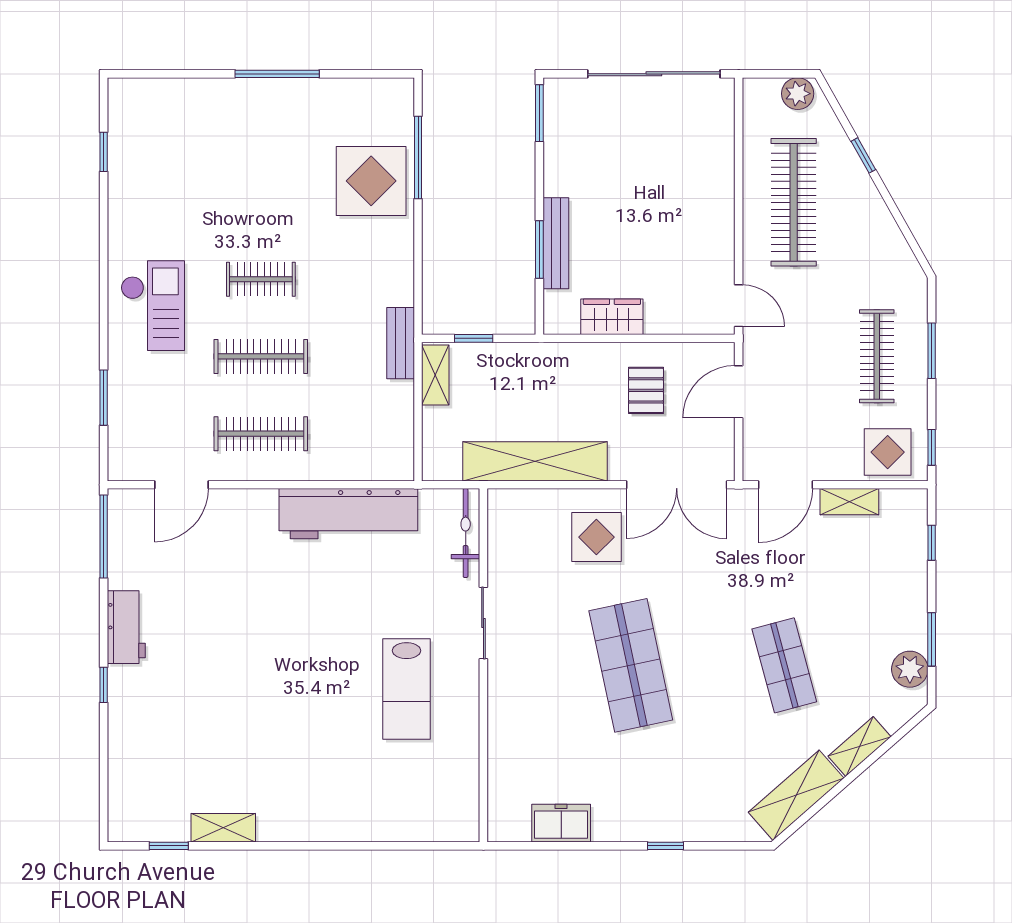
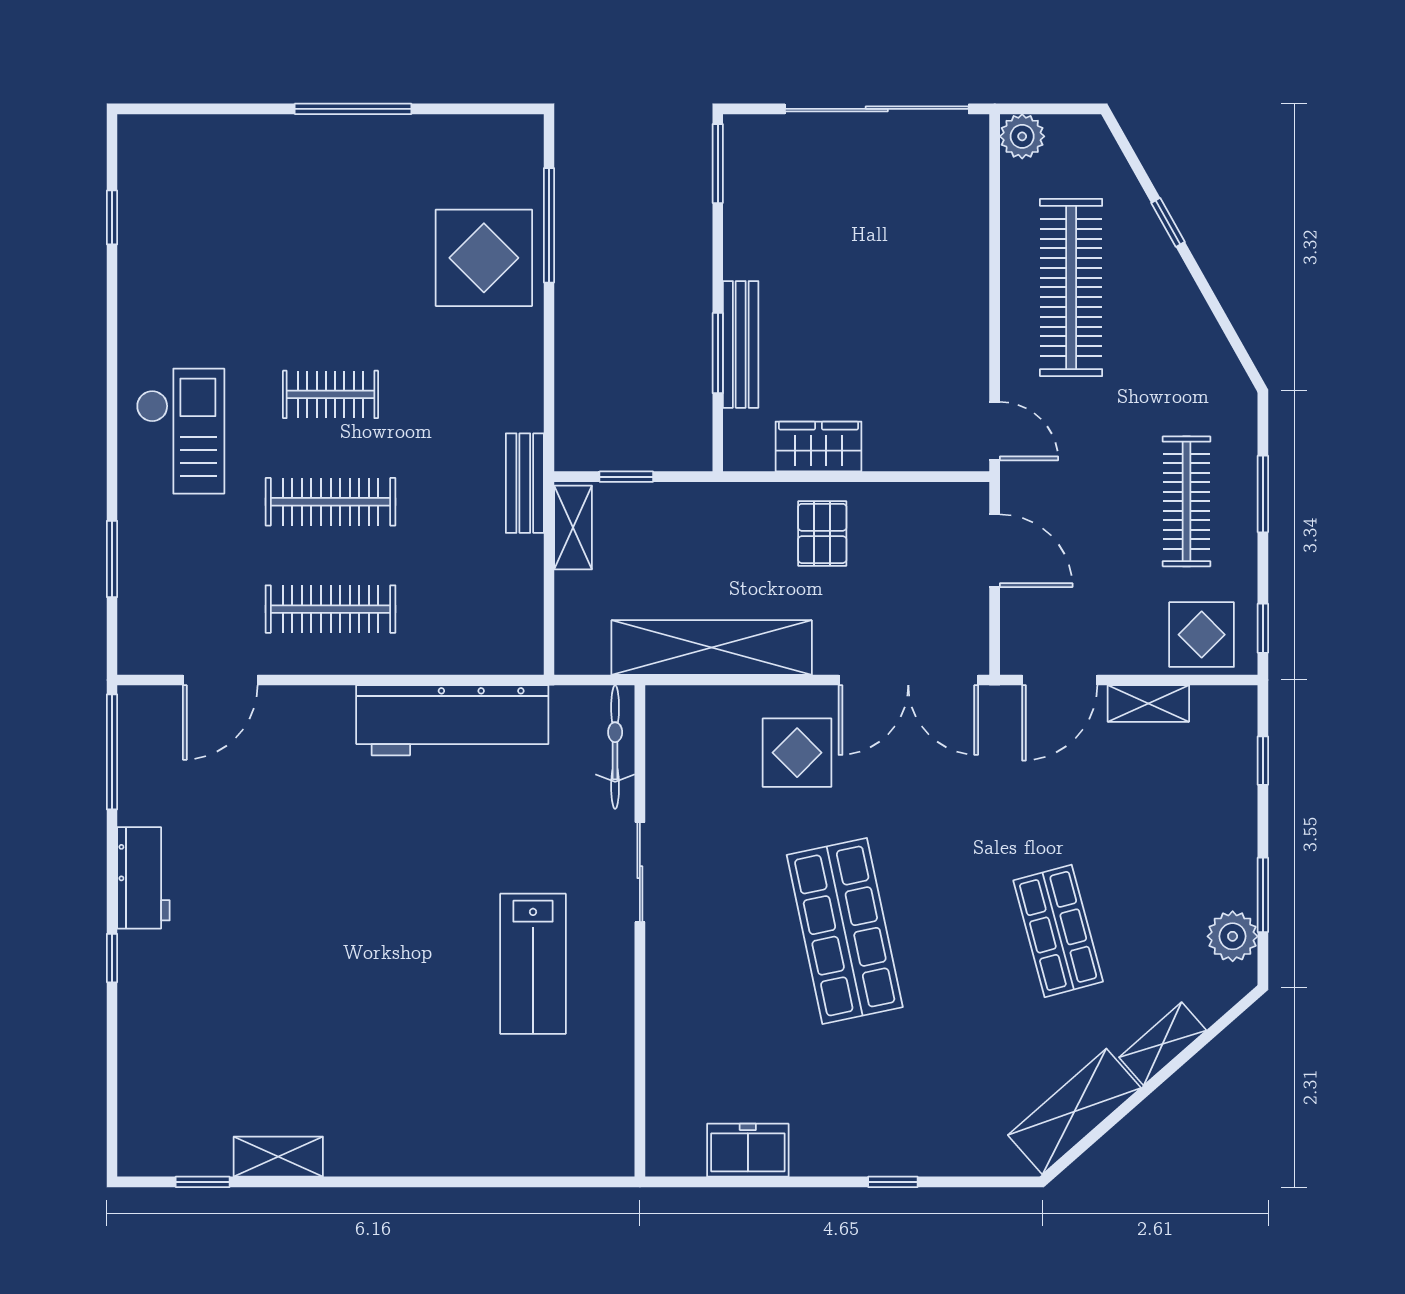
plant: (798, 94) -> (1022, 136), moved
pallet: (646, 390) -> (822, 533), moved
door: (739, 392) -> (995, 551), swing flipped

